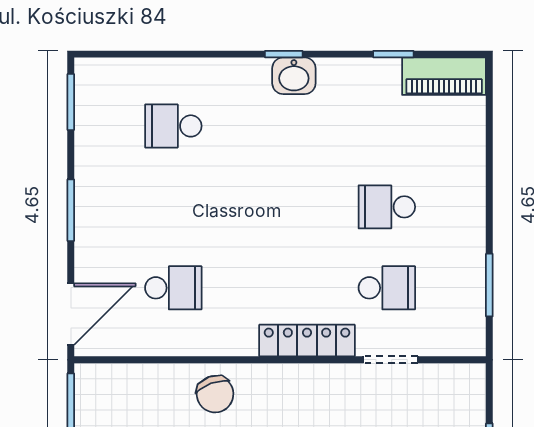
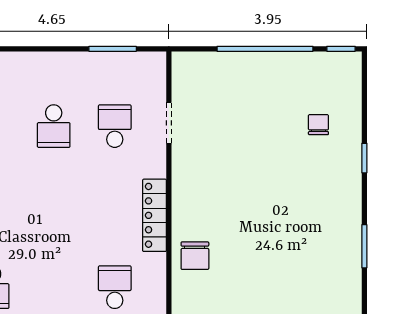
locker: (307, 341) -> (154, 215), moved
chair: (215, 394) -> (195, 256), turned 110

